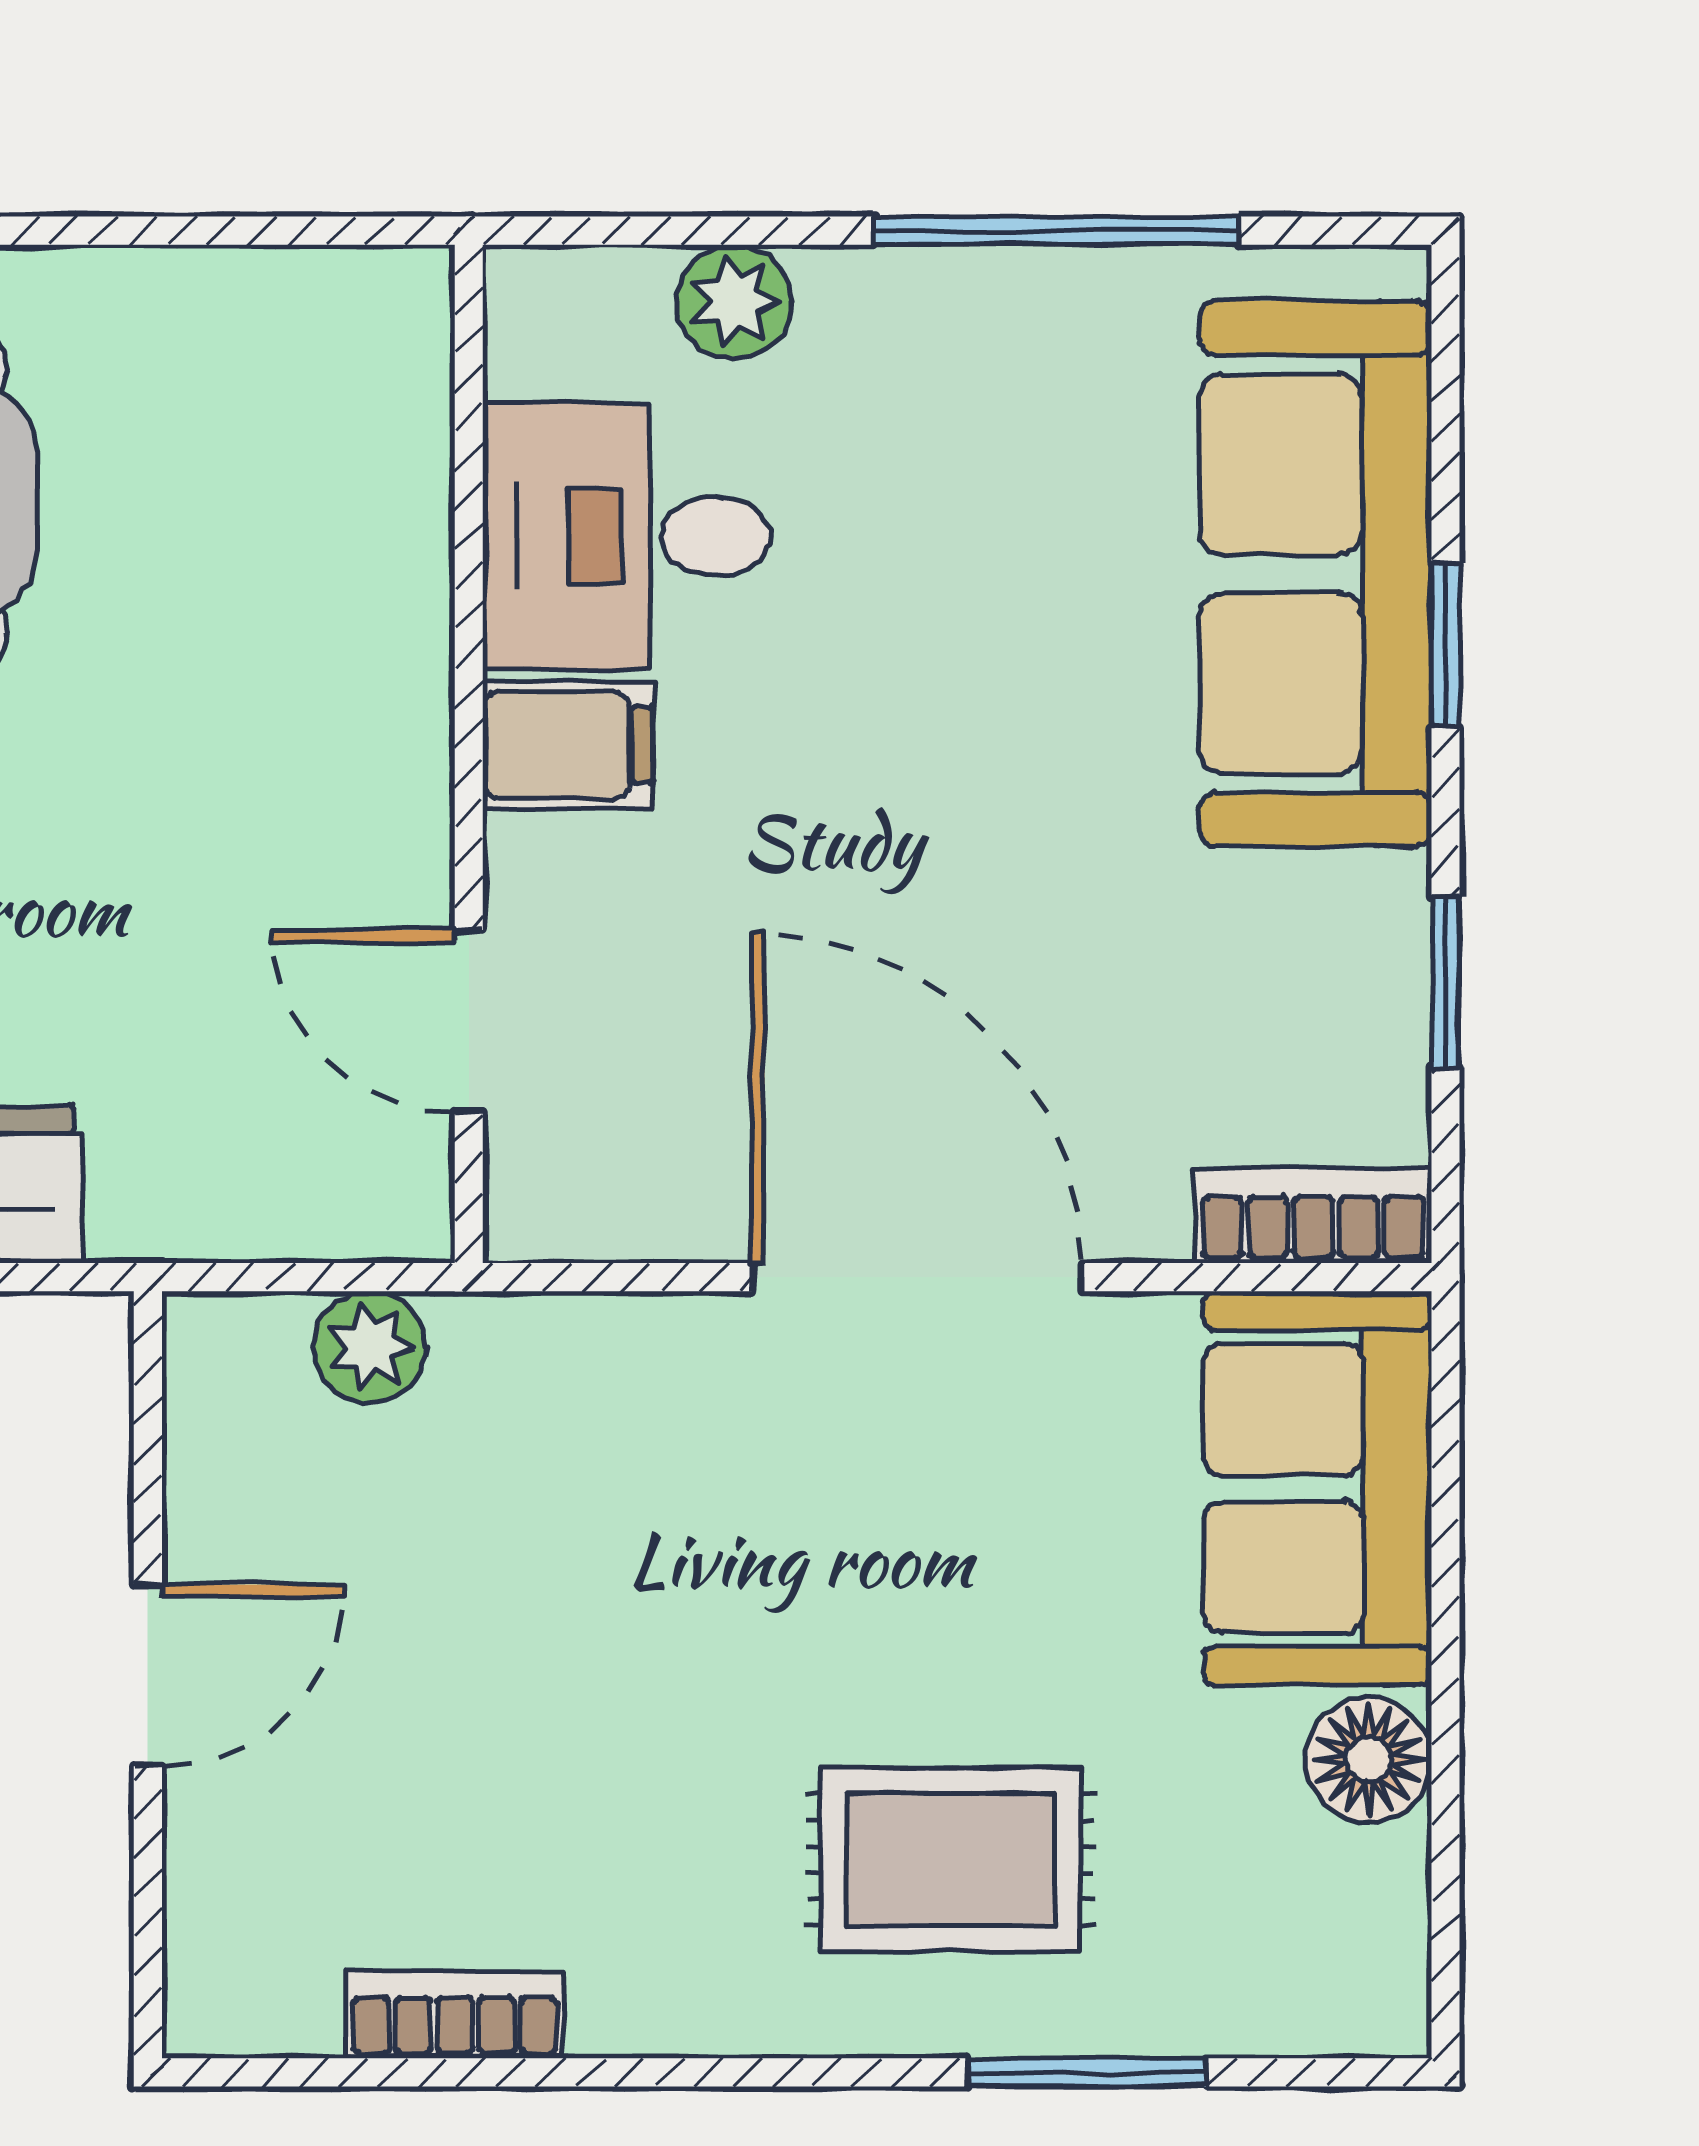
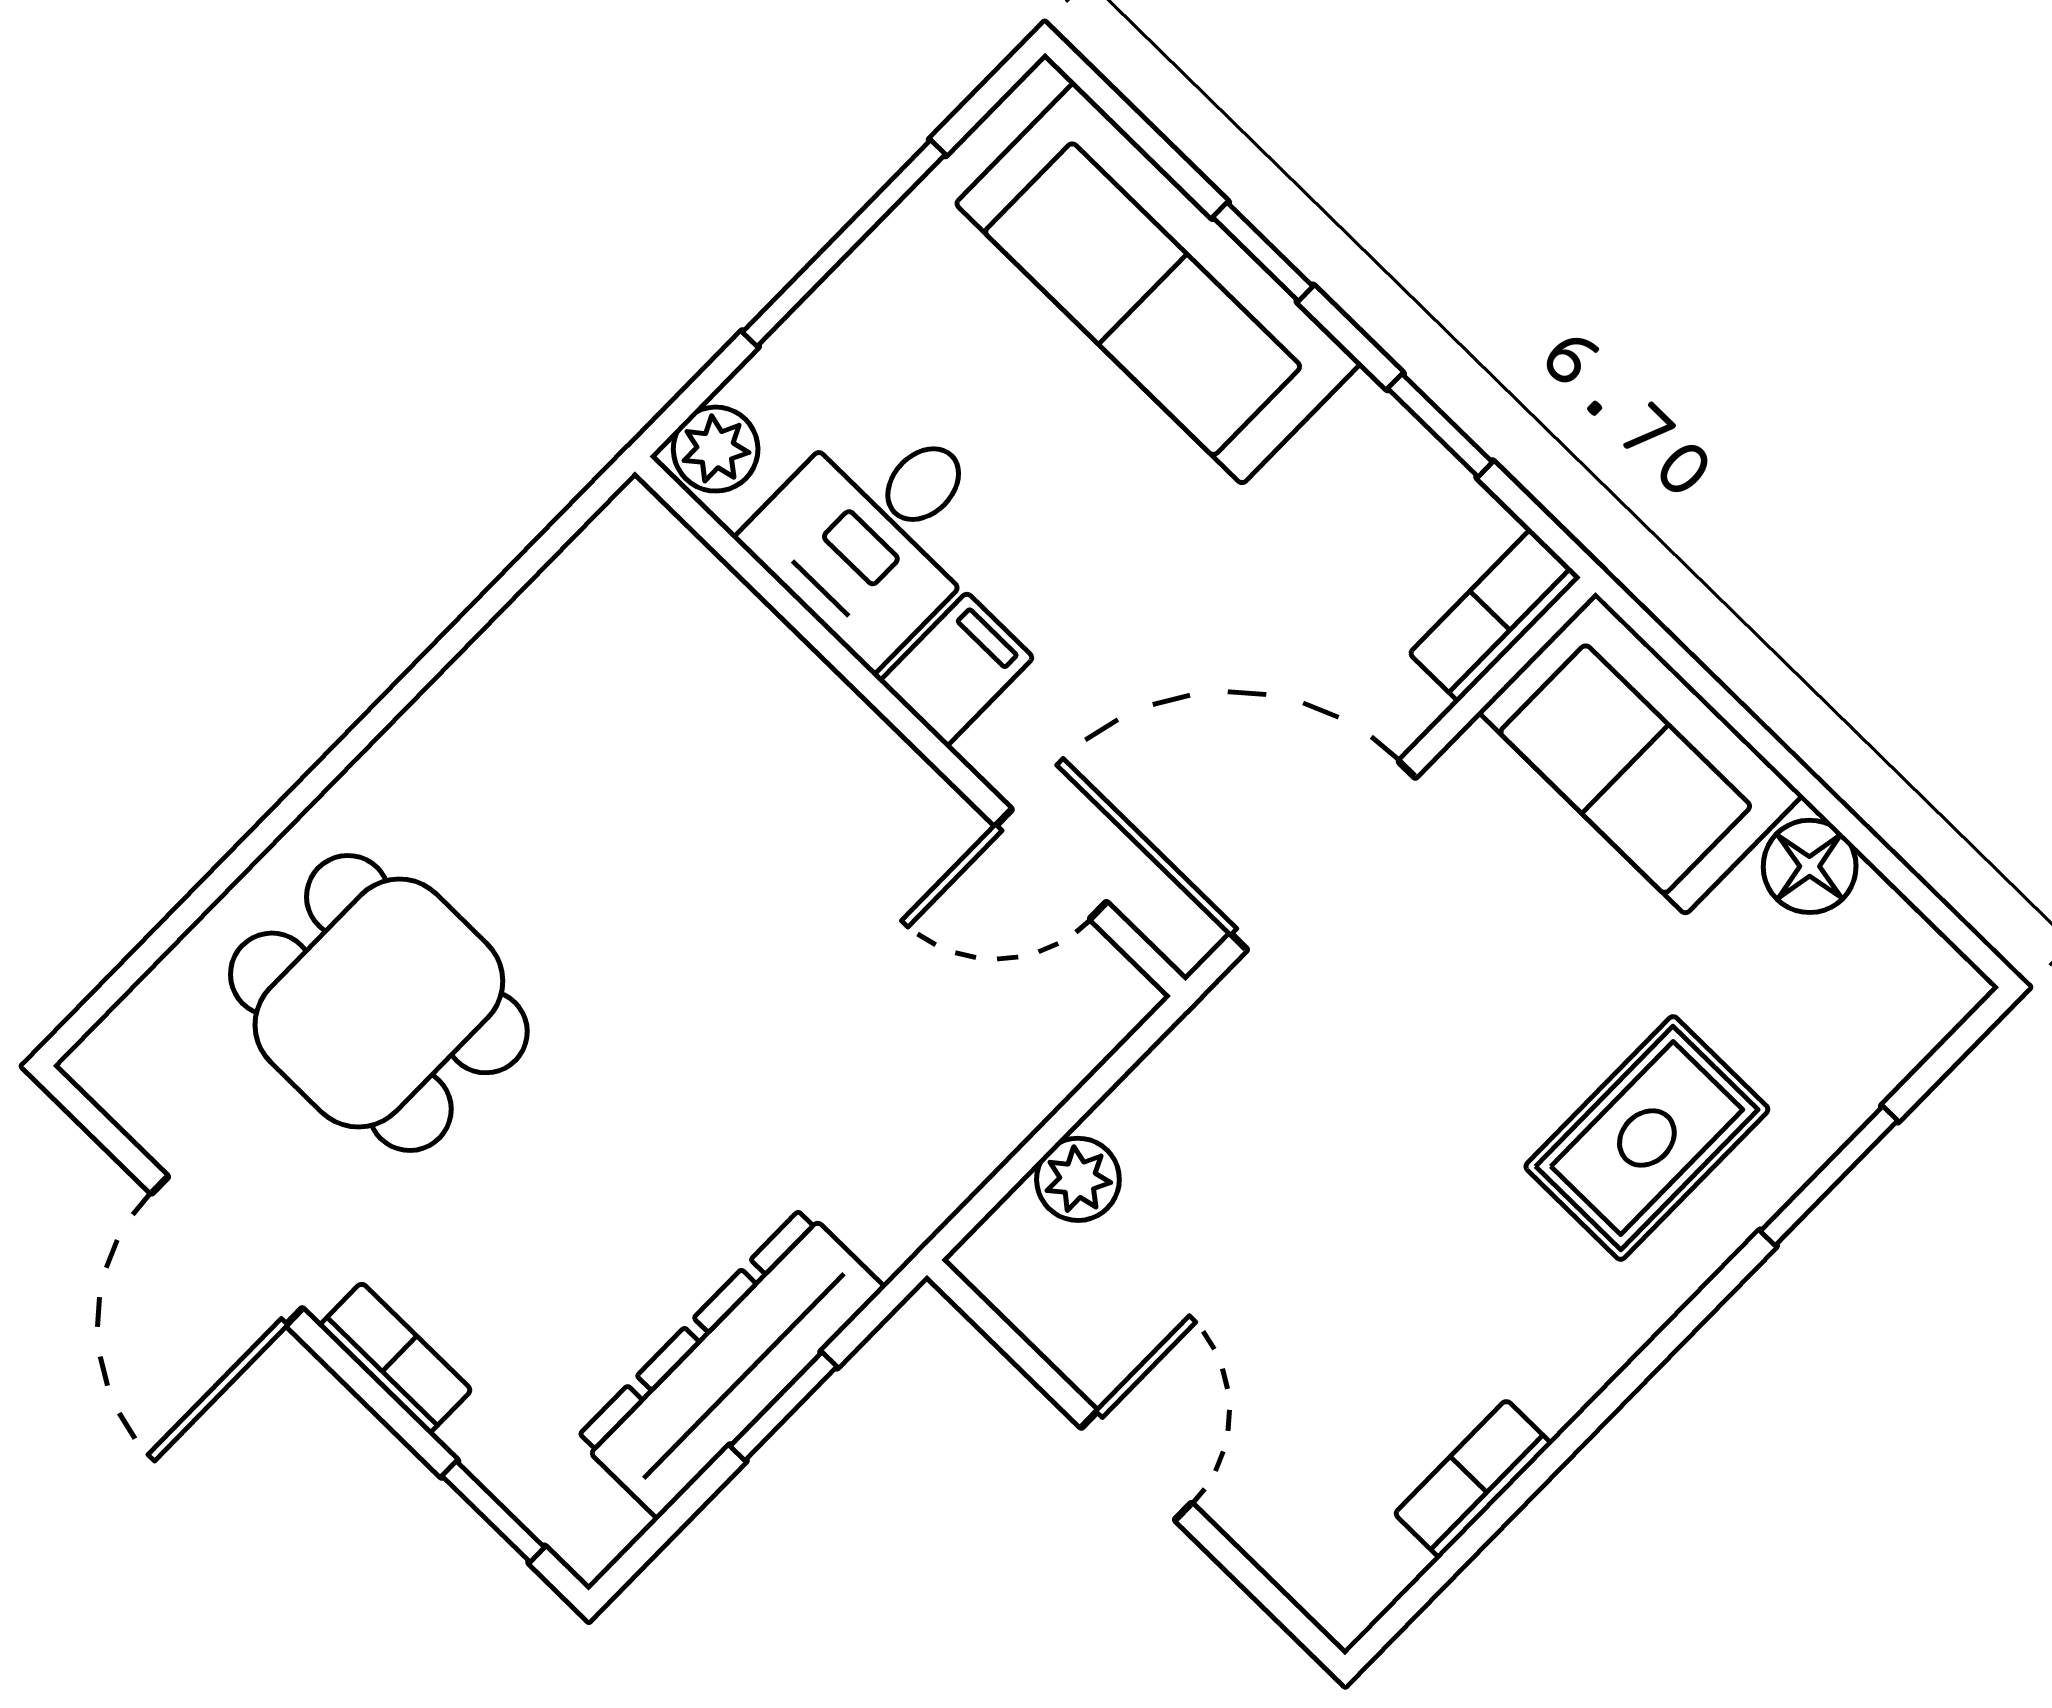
desk: (627, 536) -> (877, 531), moved
filing cabinet: (568, 745) -> (957, 670), moved
wall: (469, 754) -> (910, 726), moved
door: (469, 1021) -> (1051, 864), moved

